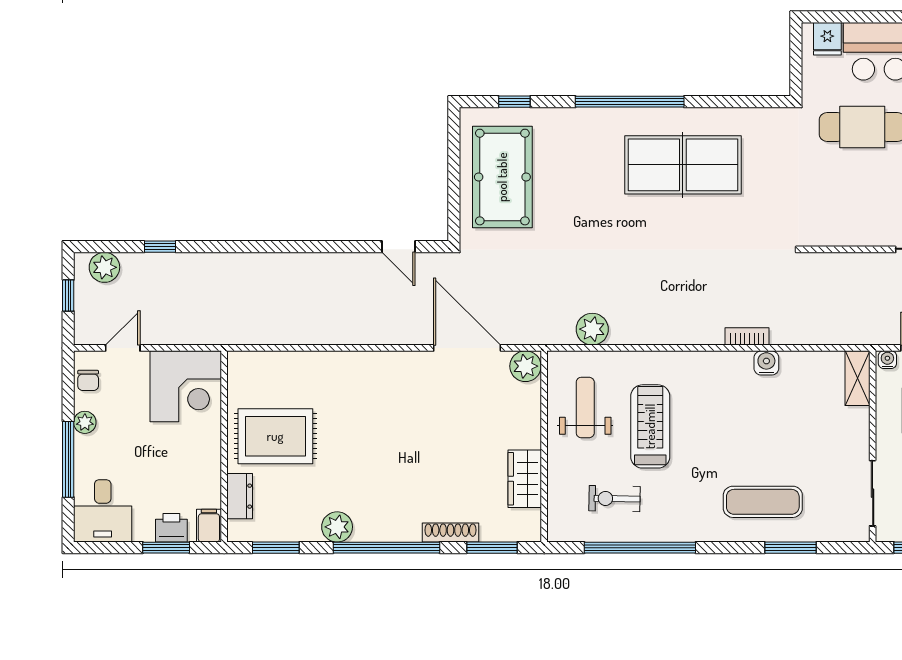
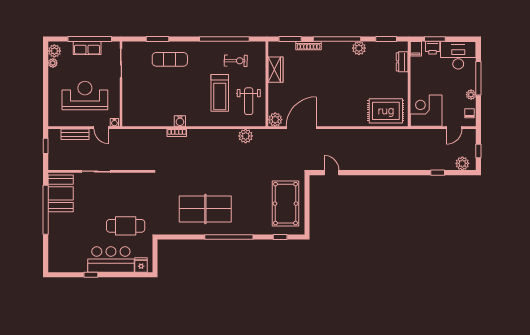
door: (467, 348) -> (301, 128), swing flipped
water cooler: (766, 363) -> (180, 121), moved
shelving: (857, 378) -> (128, 114), removed
rug: (275, 436) -> (386, 111), moved
desk: (103, 511) -> (458, 55), width x1.37

